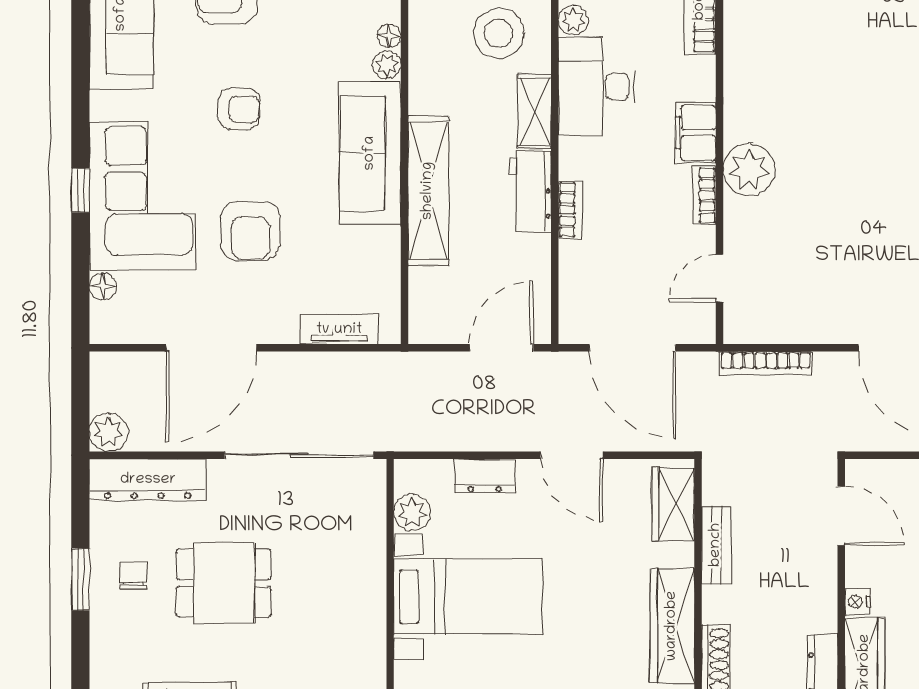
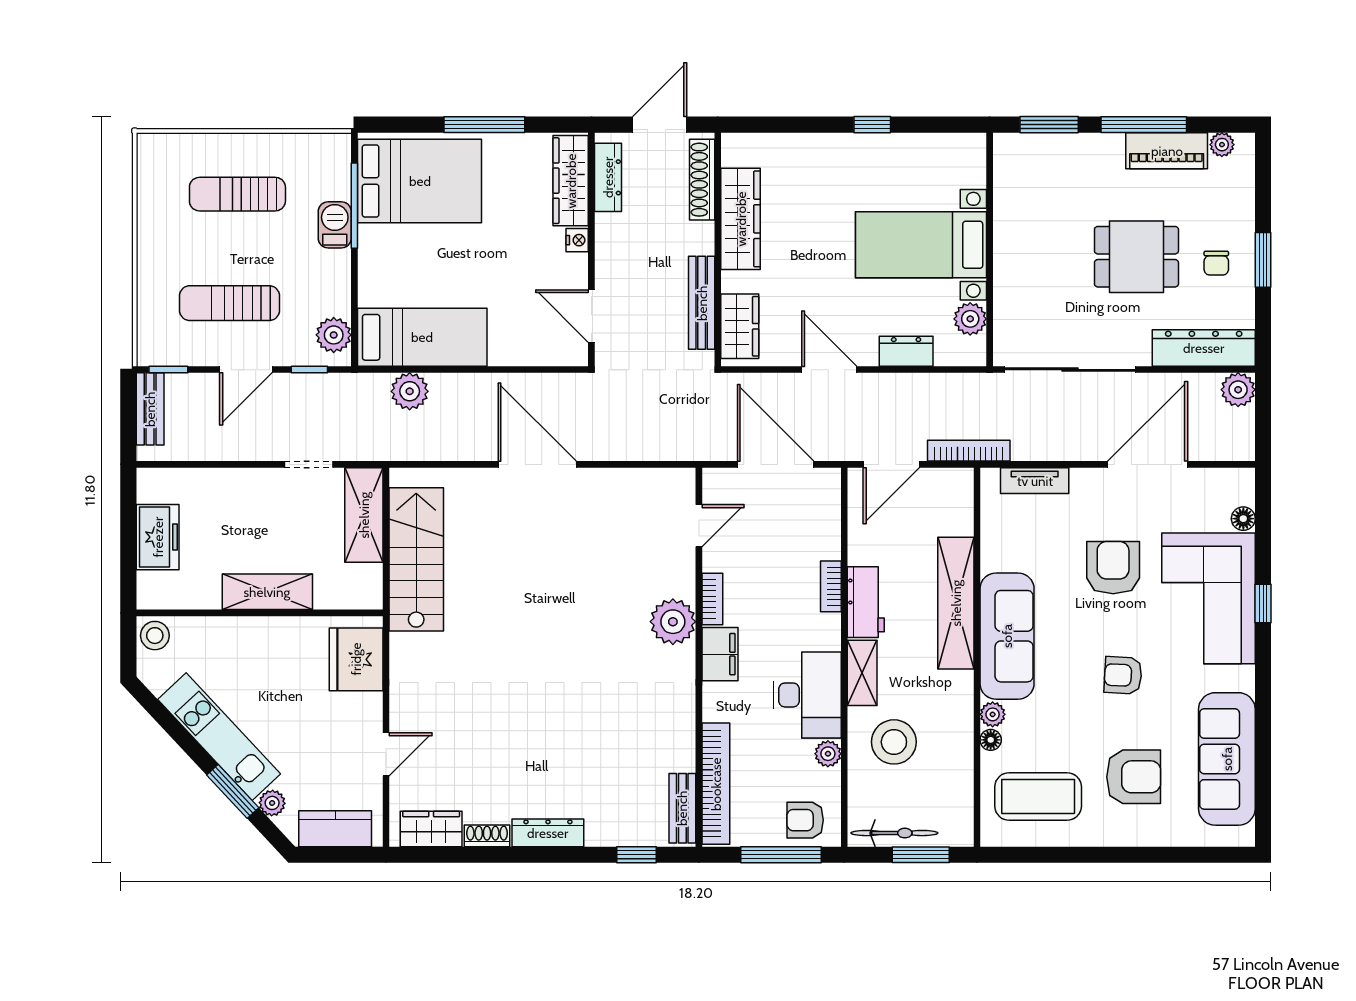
bookcase: (766, 363) -> (969, 451), moved
bench: (716, 545) -> (702, 303), width x1.36

